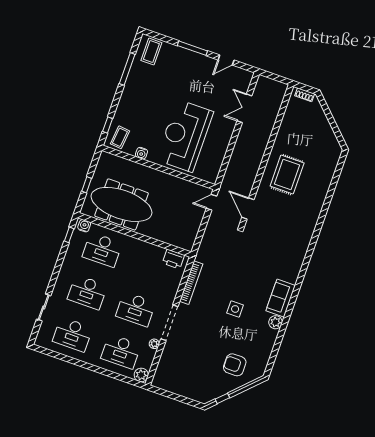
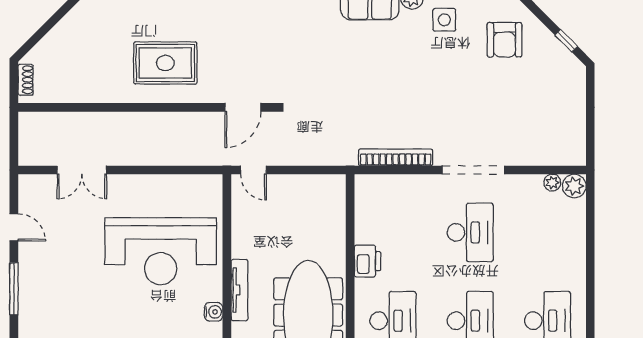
tv unit: (148, 172) -> (239, 290), added
printer: (173, 259) -> (368, 261), moved
side table: (235, 309) -> (444, 20), moved
plant: (154, 344) -> (552, 183), moved
desk: (121, 351) -> (548, 232), removed

